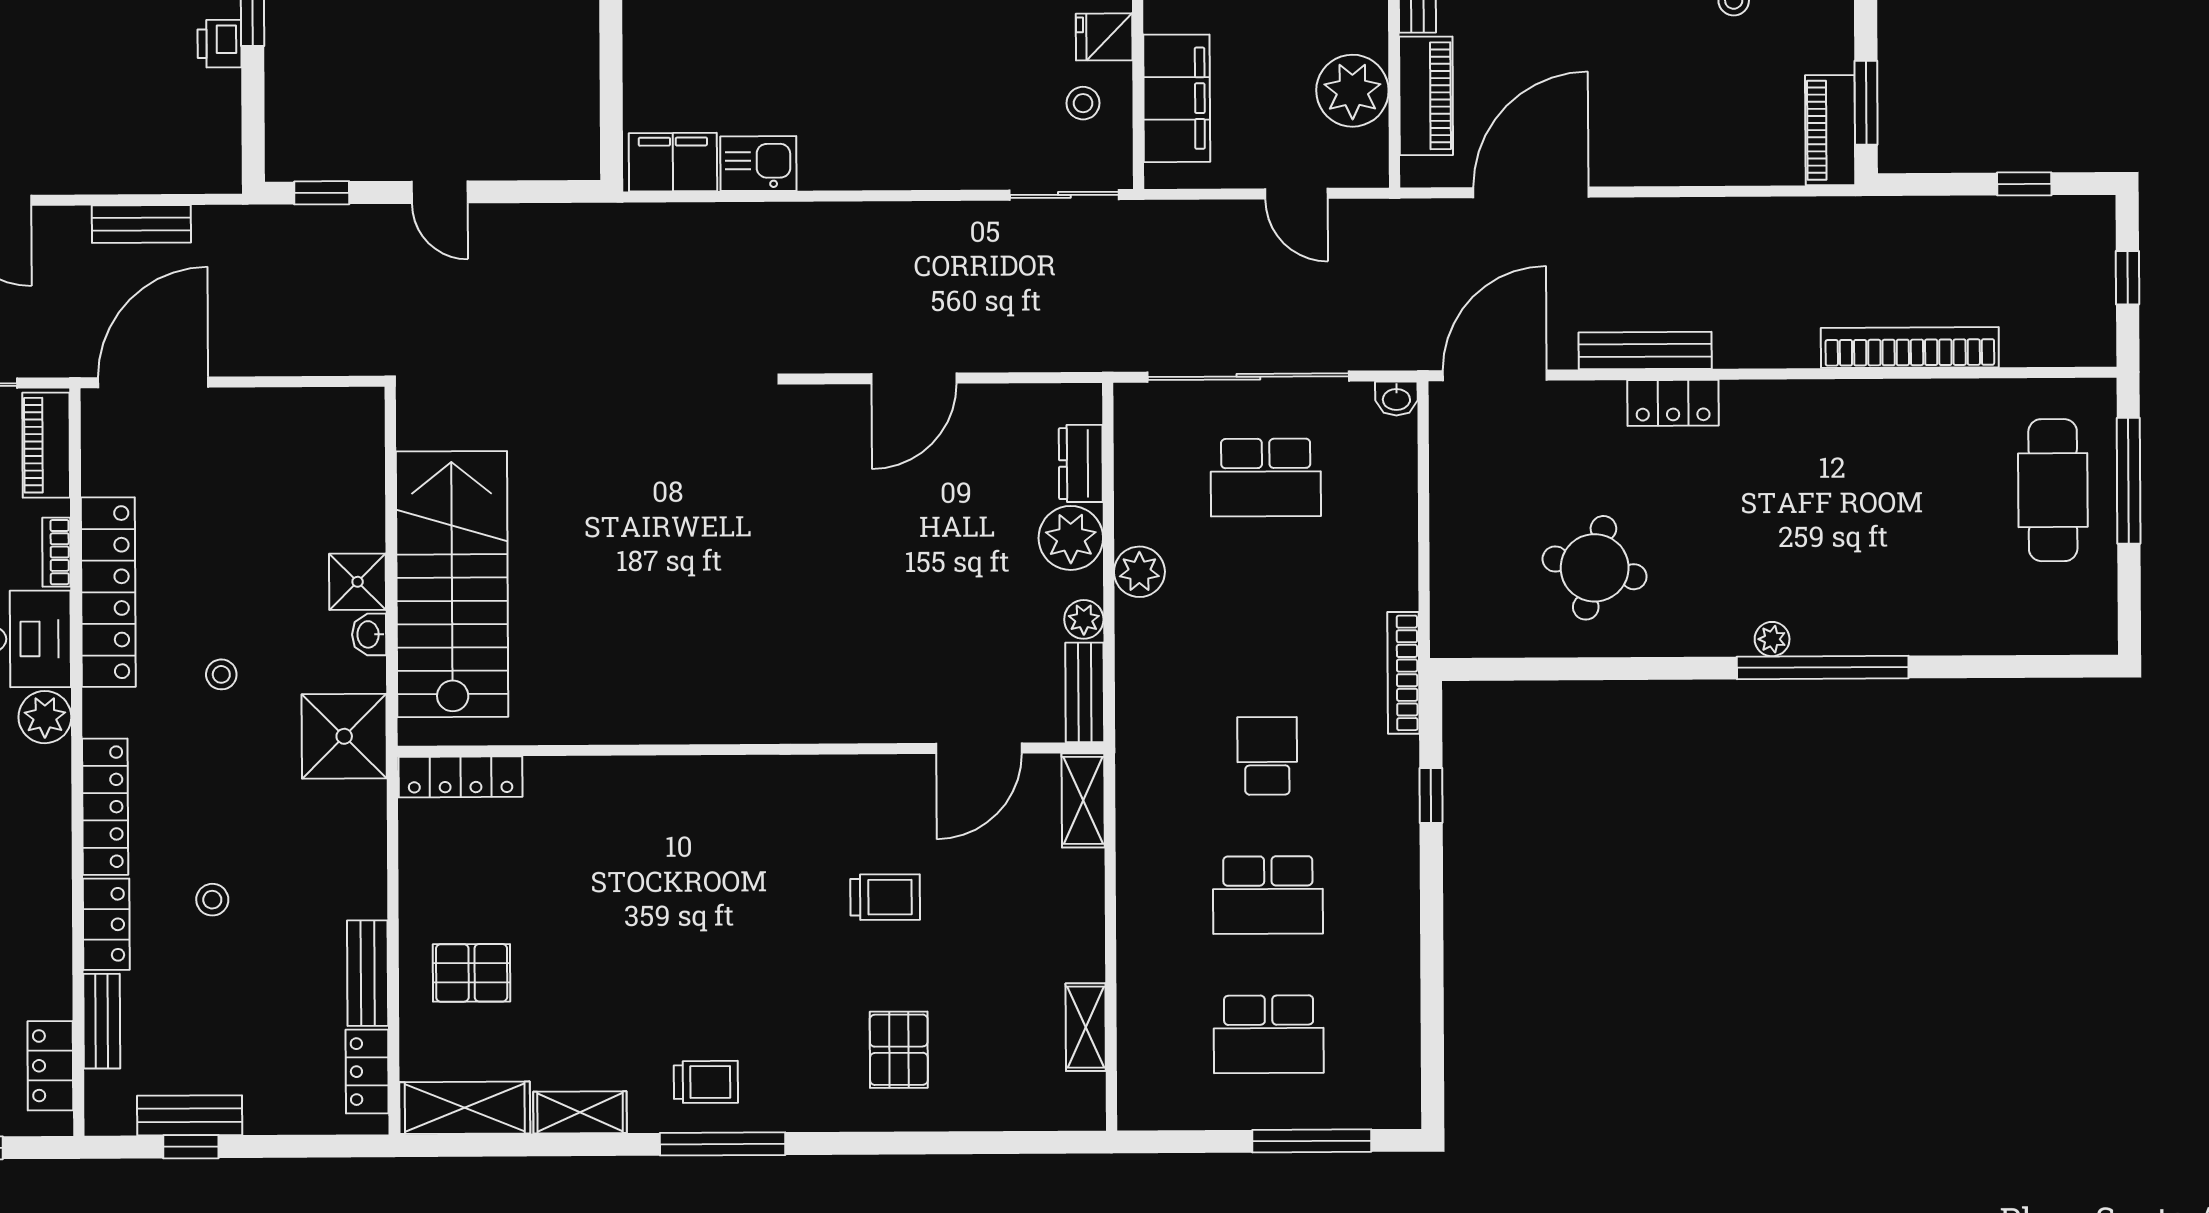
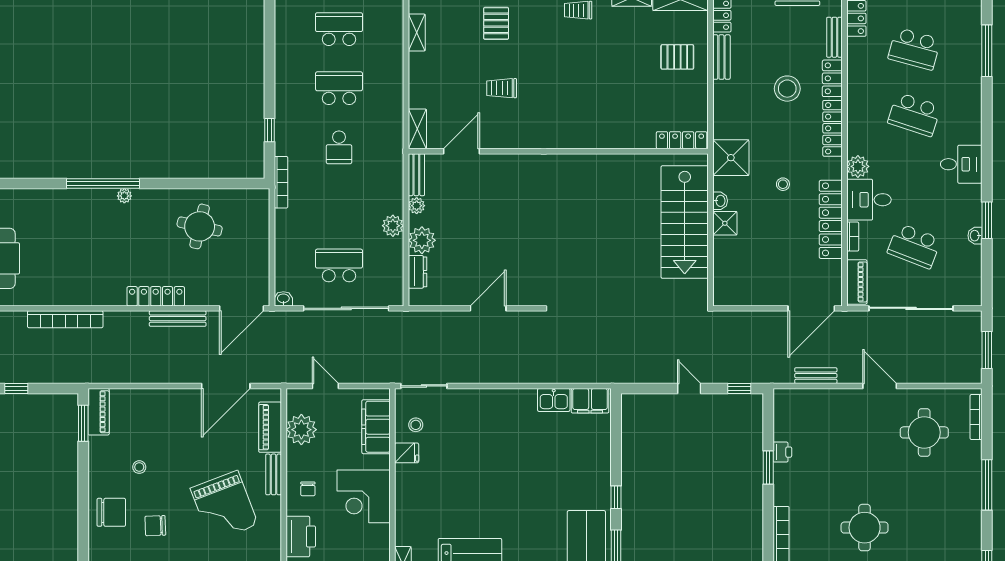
locker: (1673, 403) -> (156, 296), width x1.53
stool: (212, 900) -> (787, 89), width x1.89, depth x1.89

